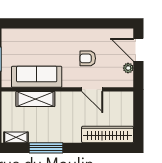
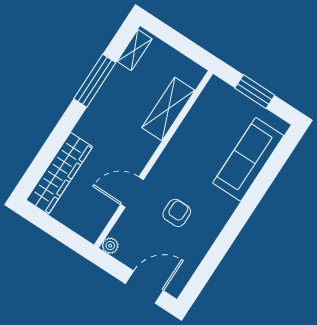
plant: (128, 68) -> (110, 246), moved
sofa: (37, 77) -> (248, 159), moved, turned 180

